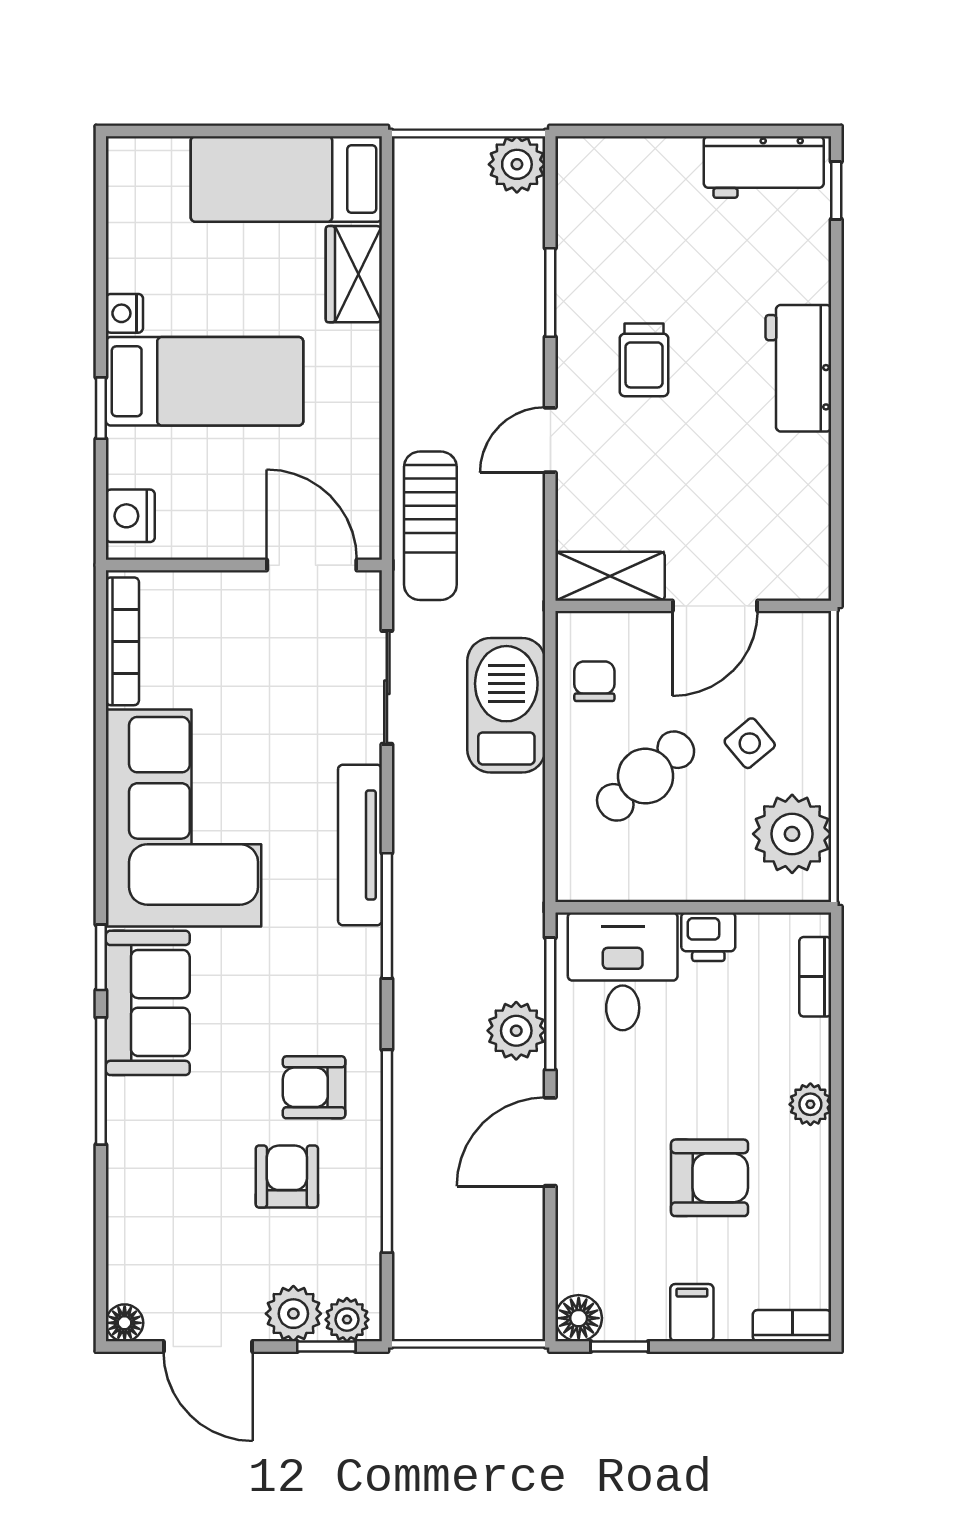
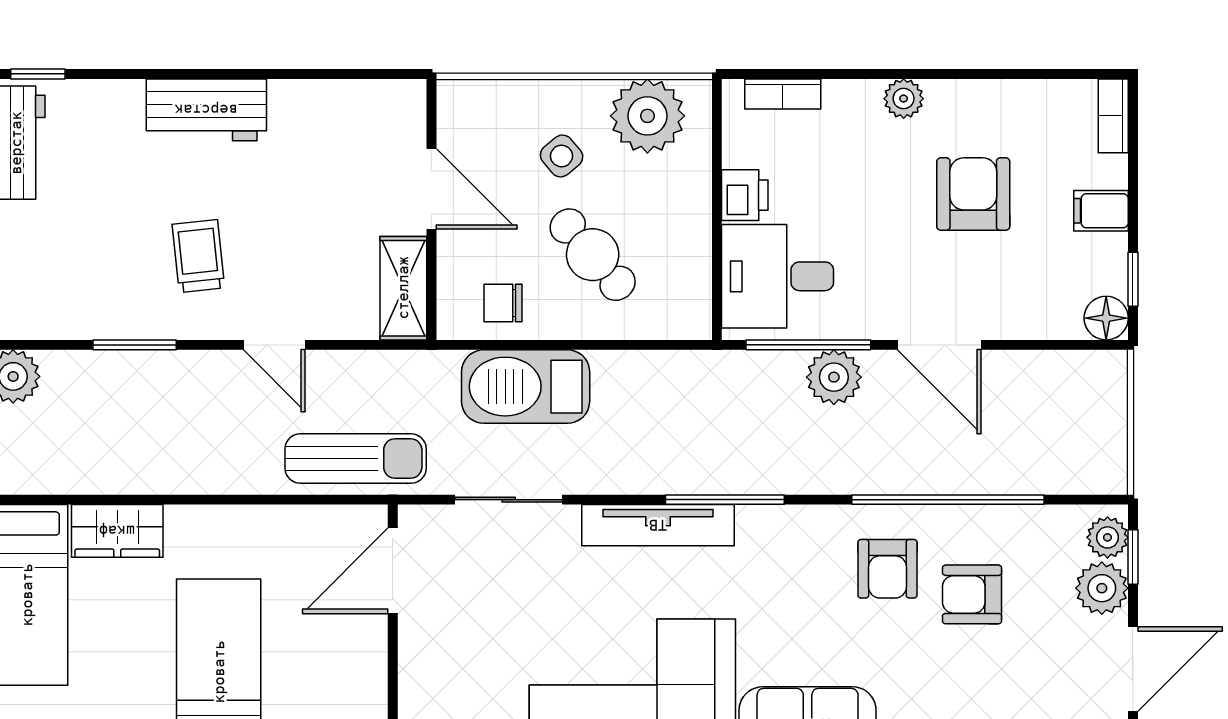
trolley: (644, 360) -> (198, 256), turned -96

